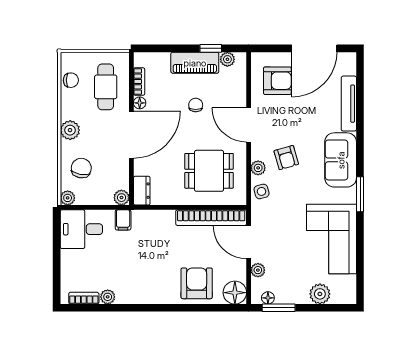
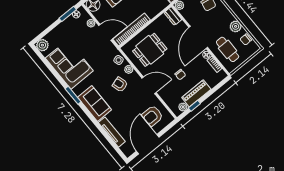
plant: (70, 130) -> (236, 26), moved
plant: (320, 294) -> (42, 45), moved

